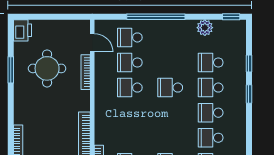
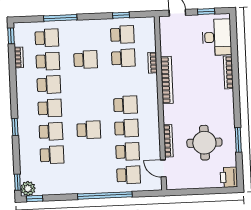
plant: (205, 28) -> (28, 189), moved
window: (249, 64) -> (17, 182), moved
school desk: (130, 113) -> (125, 105), added

